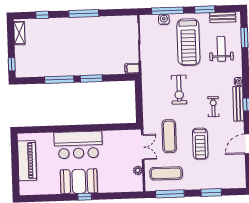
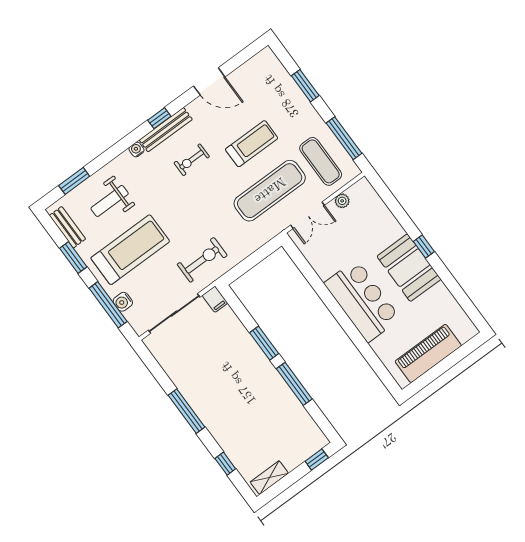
exercise bike: (179, 90) -> (202, 260), moved
exercise mat: (169, 136) -> (270, 191), width x1.36, depth x1.45
double door: (143, 147) -> (308, 215), swing flipped

